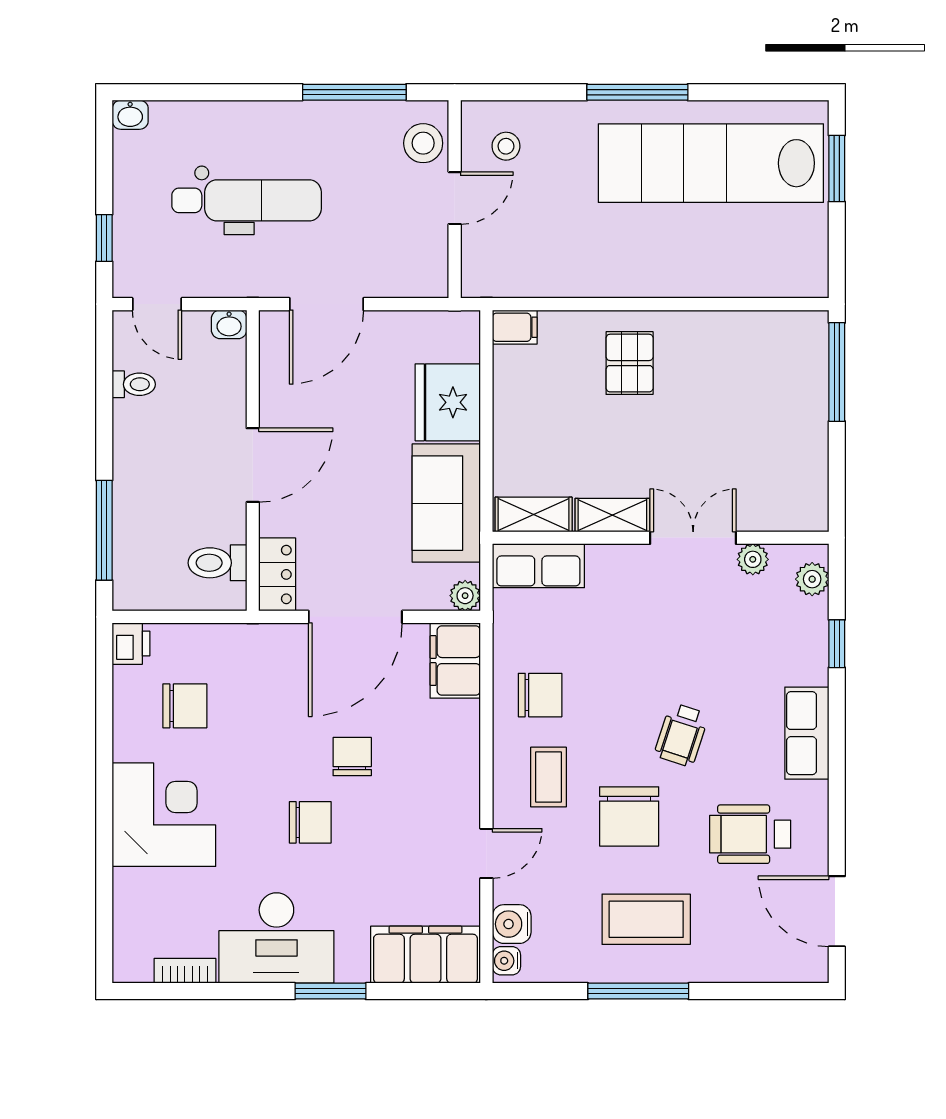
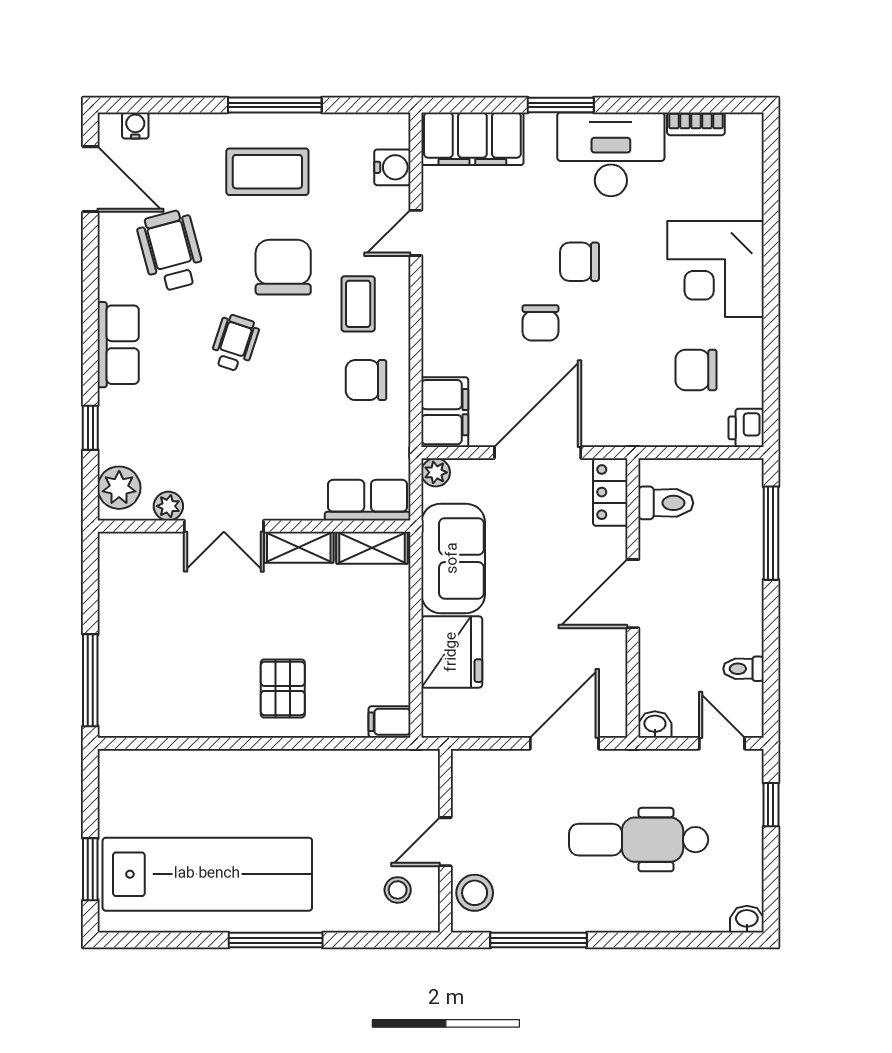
plant: (812, 579) -> (119, 488), width x1.38, depth x1.38
wheelchair: (750, 834) -> (171, 251), turned -105
water cooler: (506, 961) -> (135, 125), moved, turned -90

